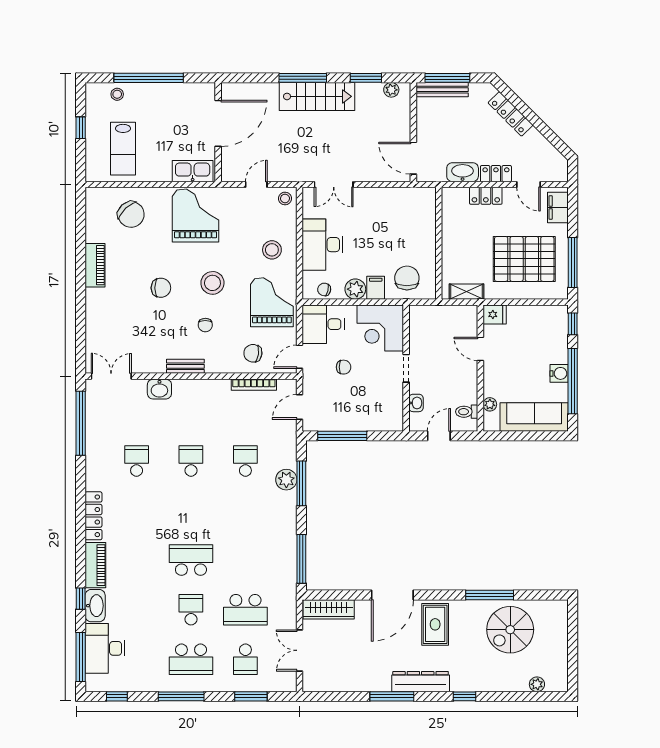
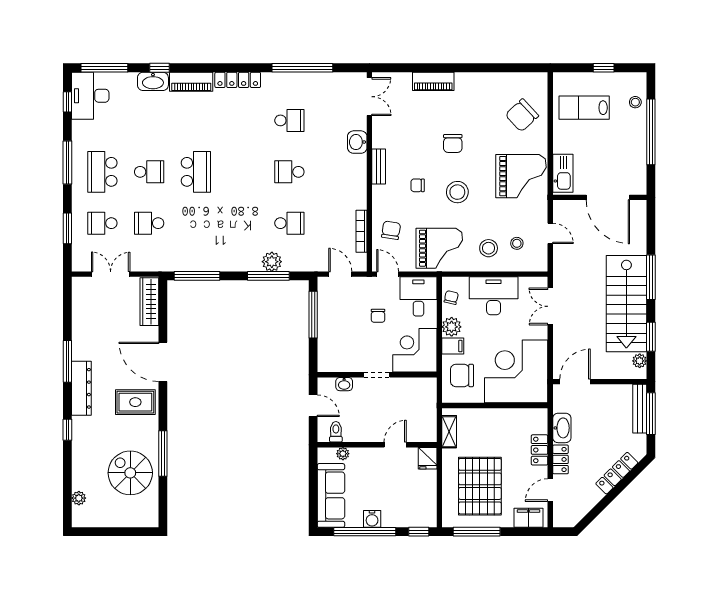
stairs: (317, 96) -> (626, 304), width x1.36, depth x1.51
stool: (285, 198) -> (517, 243), moved
corner desk: (403, 221) -> (516, 371), added
piano: (95, 265) -> (433, 81), moved
chair: (407, 278) -> (462, 375), turned 180
window: (81, 423) -> (302, 68), moved
school desk: (191, 461) -> (289, 172), turned 180
school desk: (245, 610) -> (149, 223), width x0.54
desk: (105, 648) -> (90, 96), moved, turned -90

